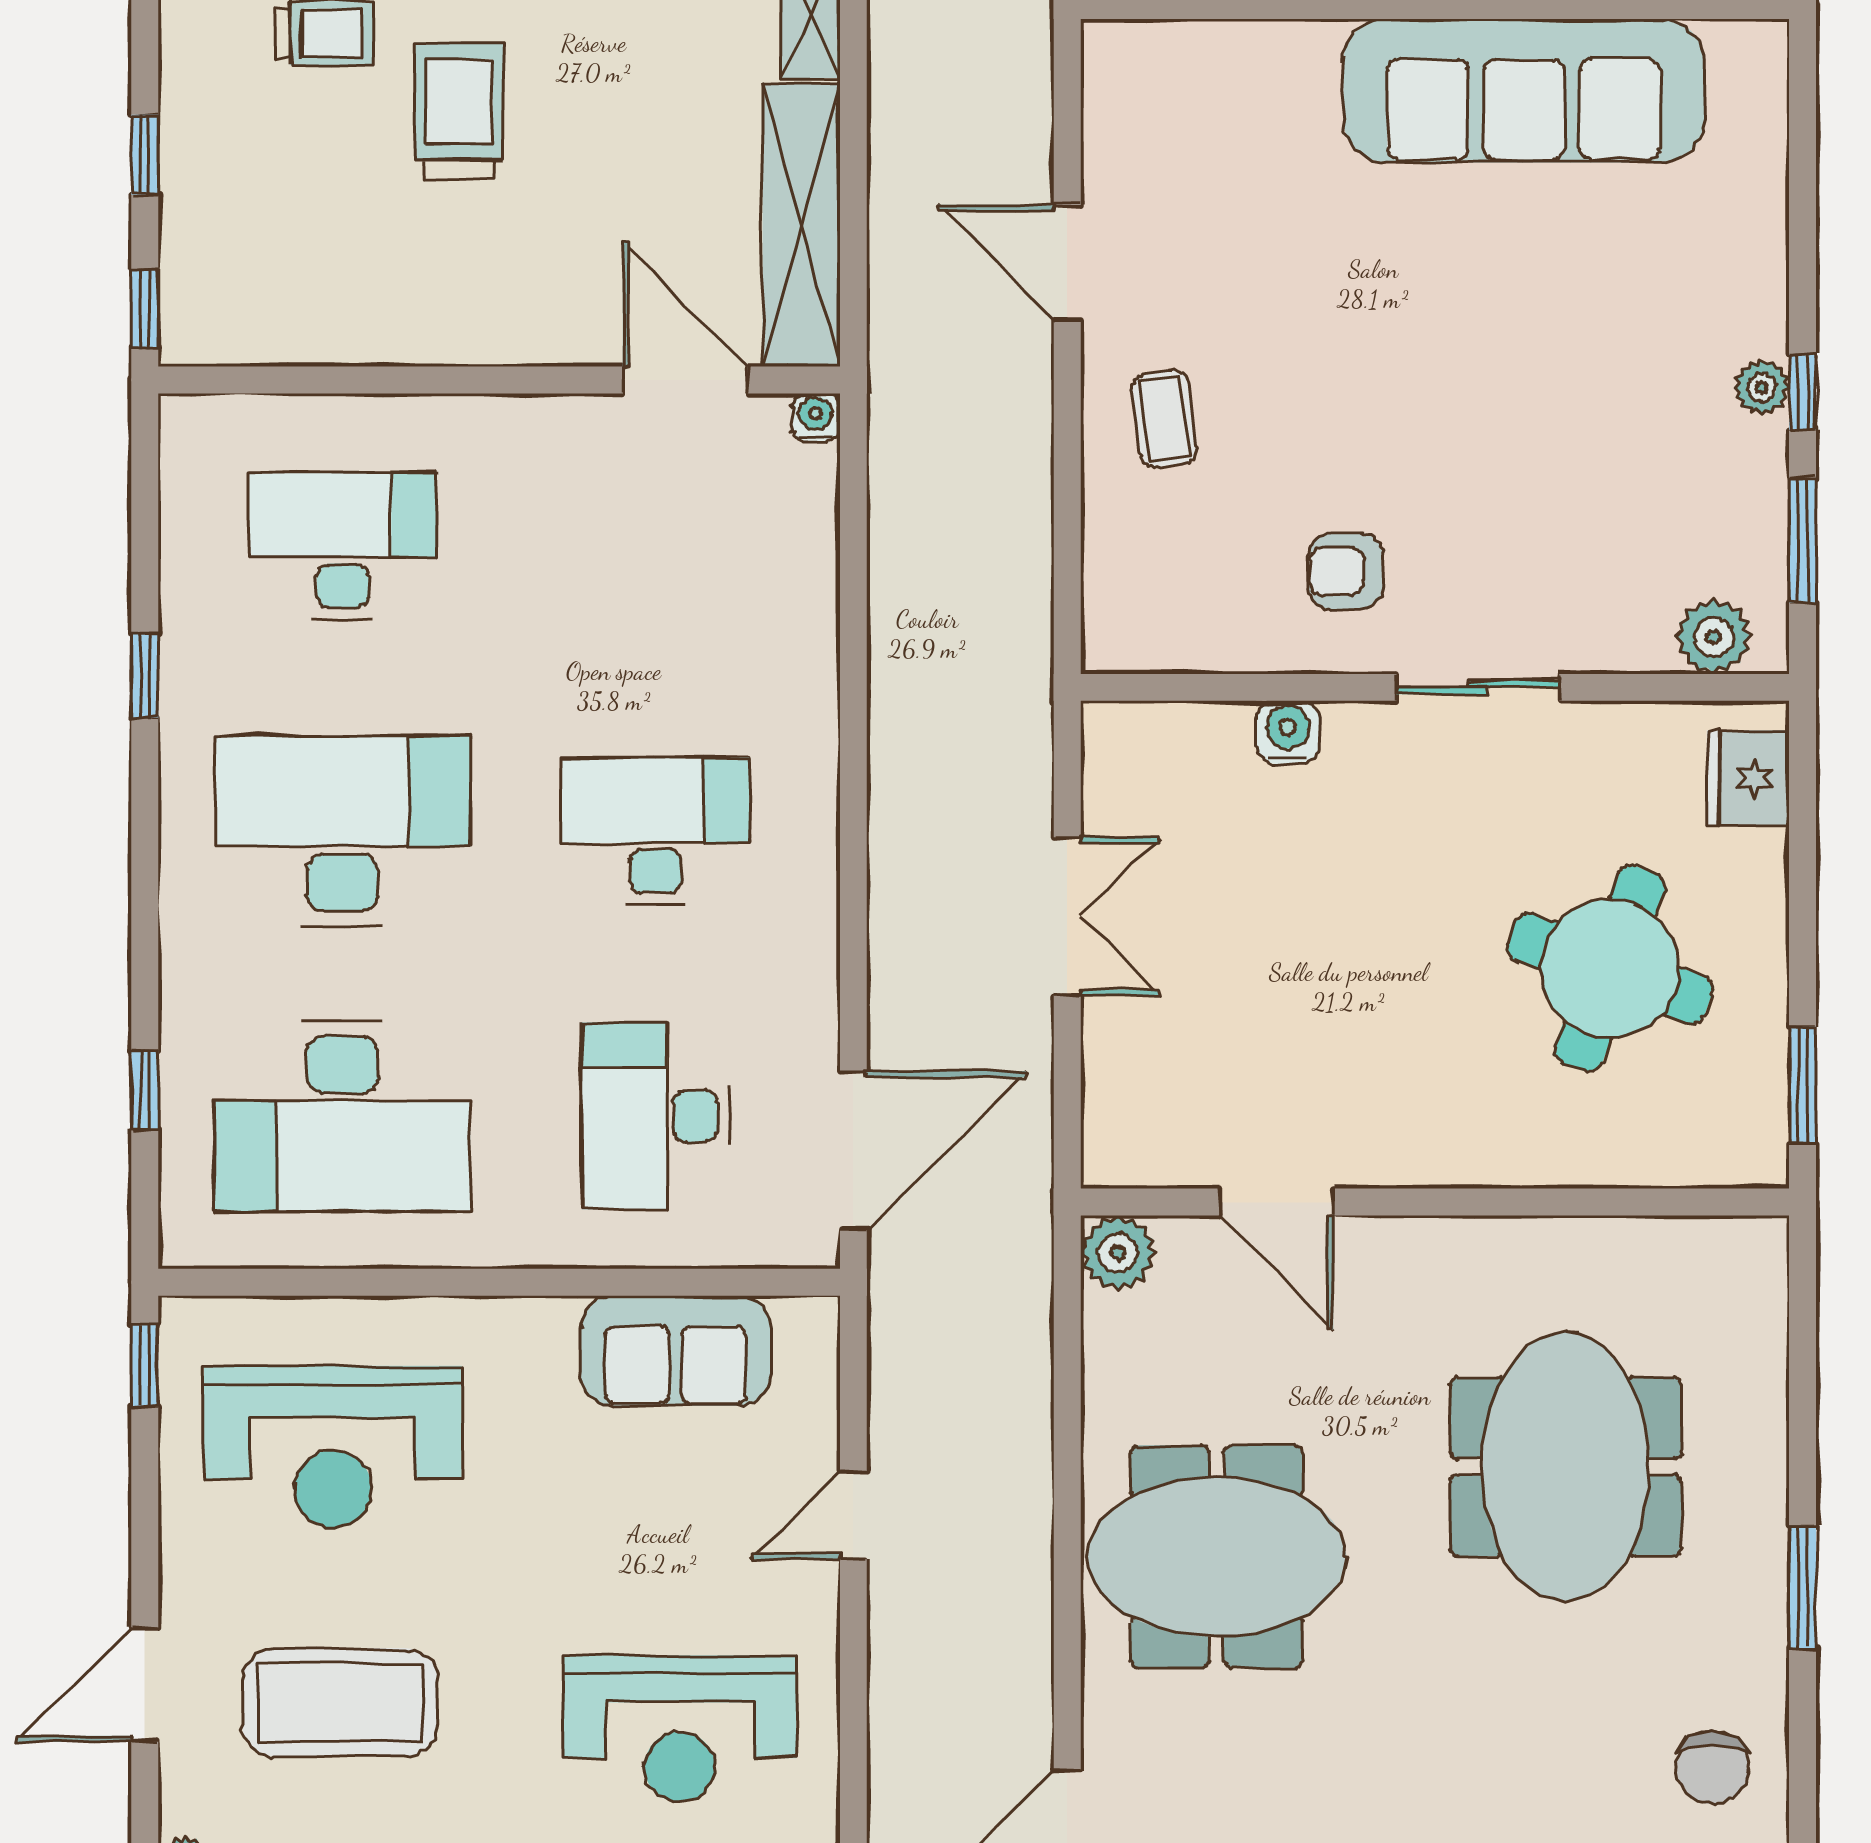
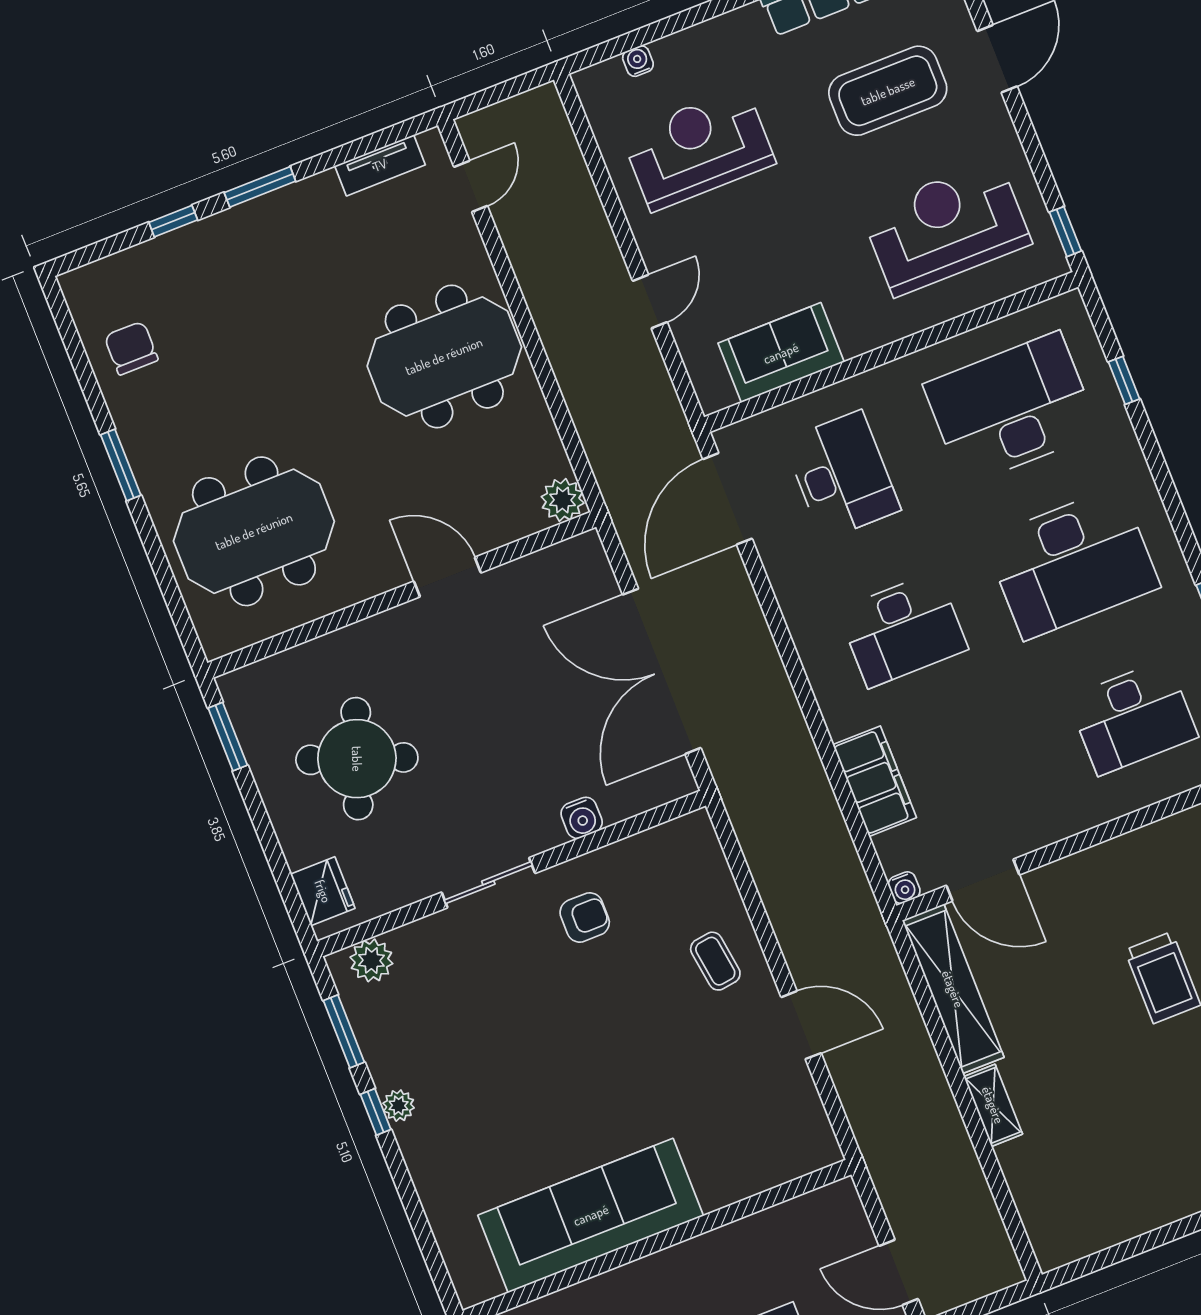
filing cabinet: (796, 606) -> (875, 781), added
double door: (1067, 916) -> (662, 671), width x1.87
door: (1276, 1202) -> (447, 577), moved
meeting table: (1566, 1467) -> (254, 531), moved, turned 90

